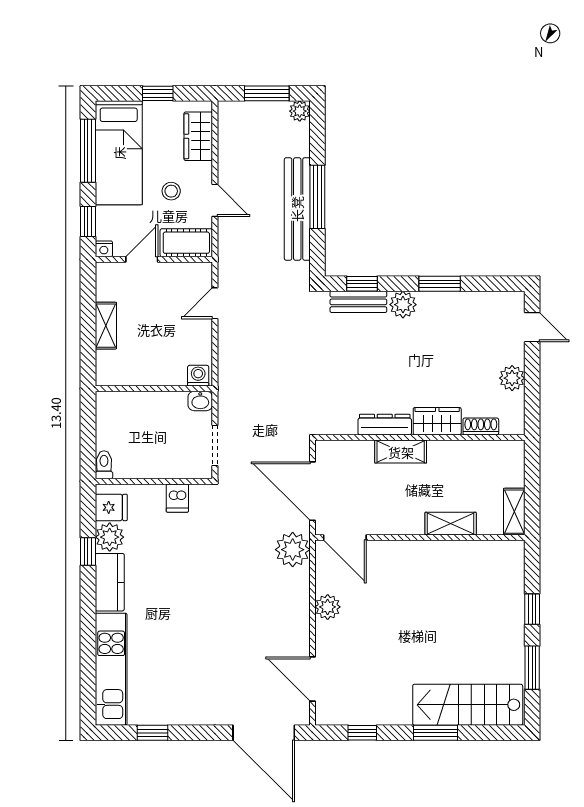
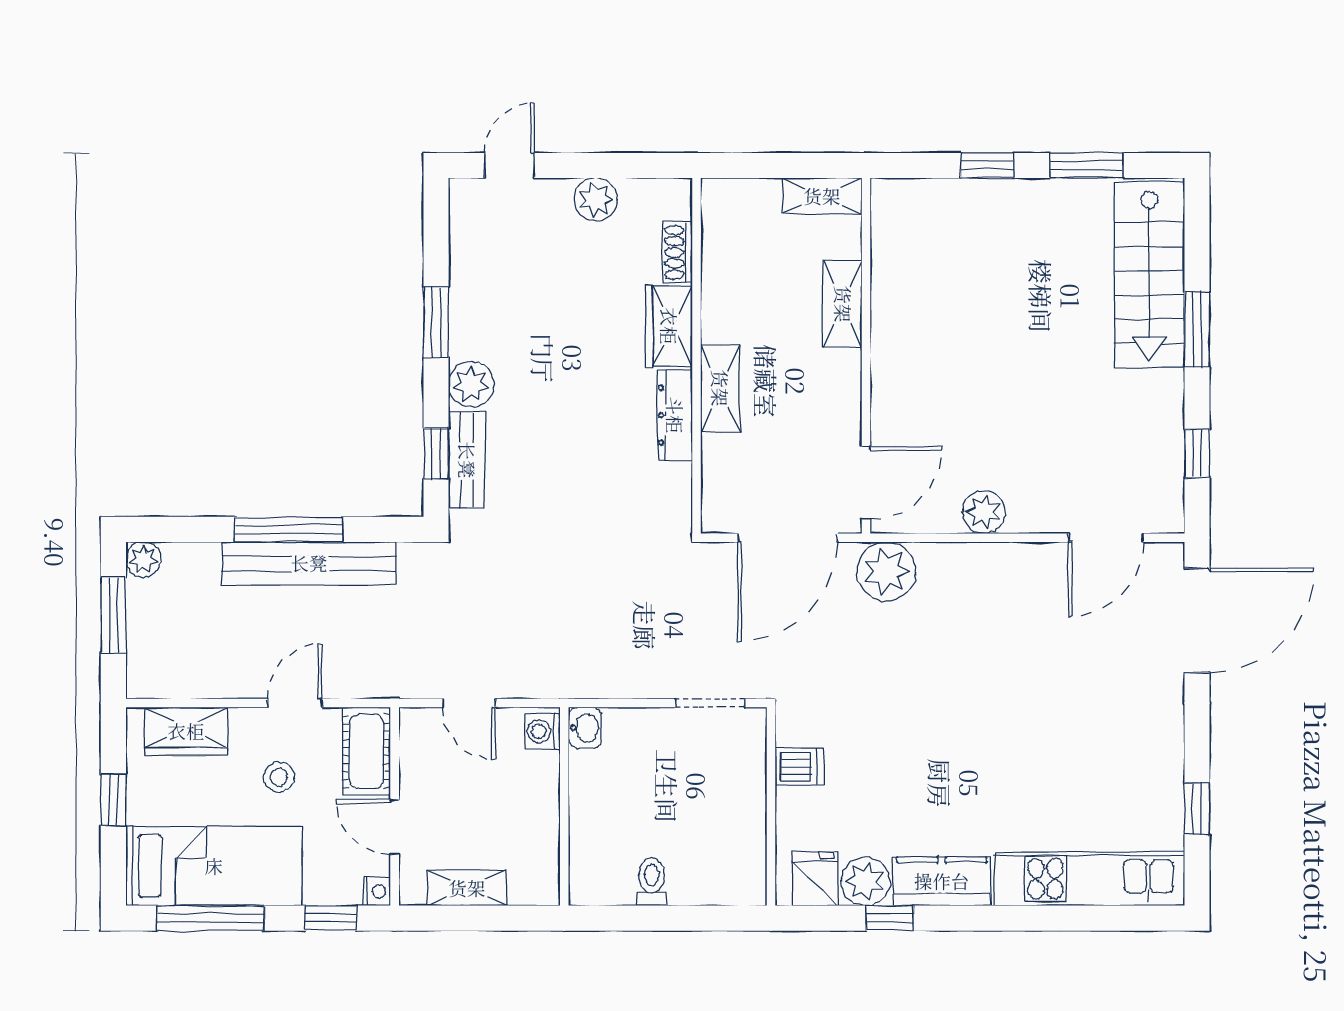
shelving: (106, 326) -> (467, 888), moved
washing machine: (198, 376) -> (542, 731), moved
wall: (154, 389) -> (564, 806), moved
washbasin: (200, 401) -> (585, 728), moved
toilet: (104, 465) -> (652, 882), moved, turned 90

